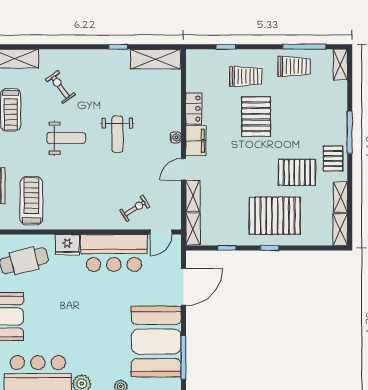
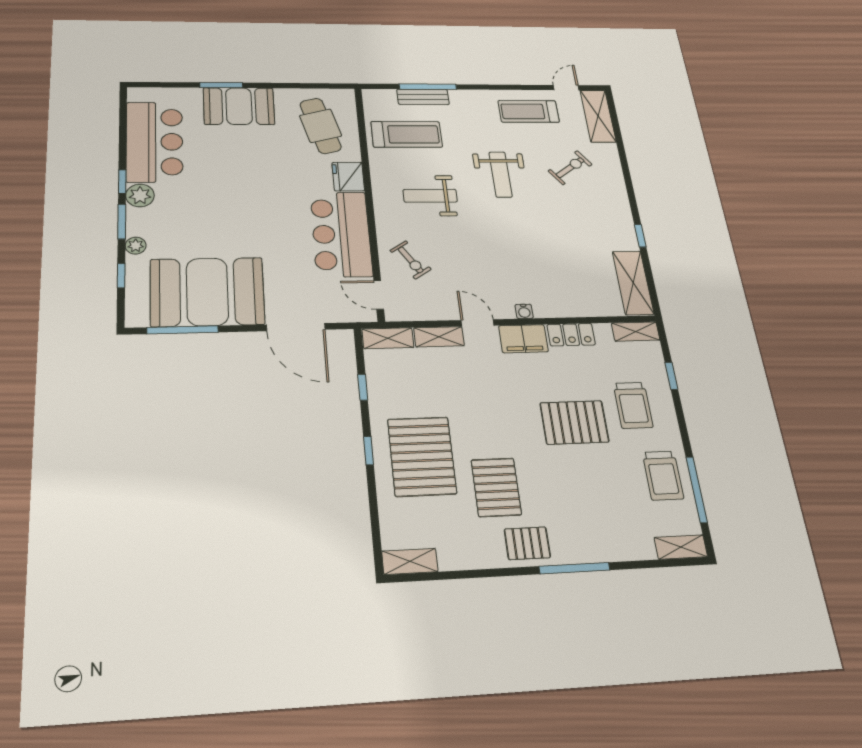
weight bench: (117, 134) -> (430, 196), moved
shelving: (340, 197) -> (636, 332), moved

